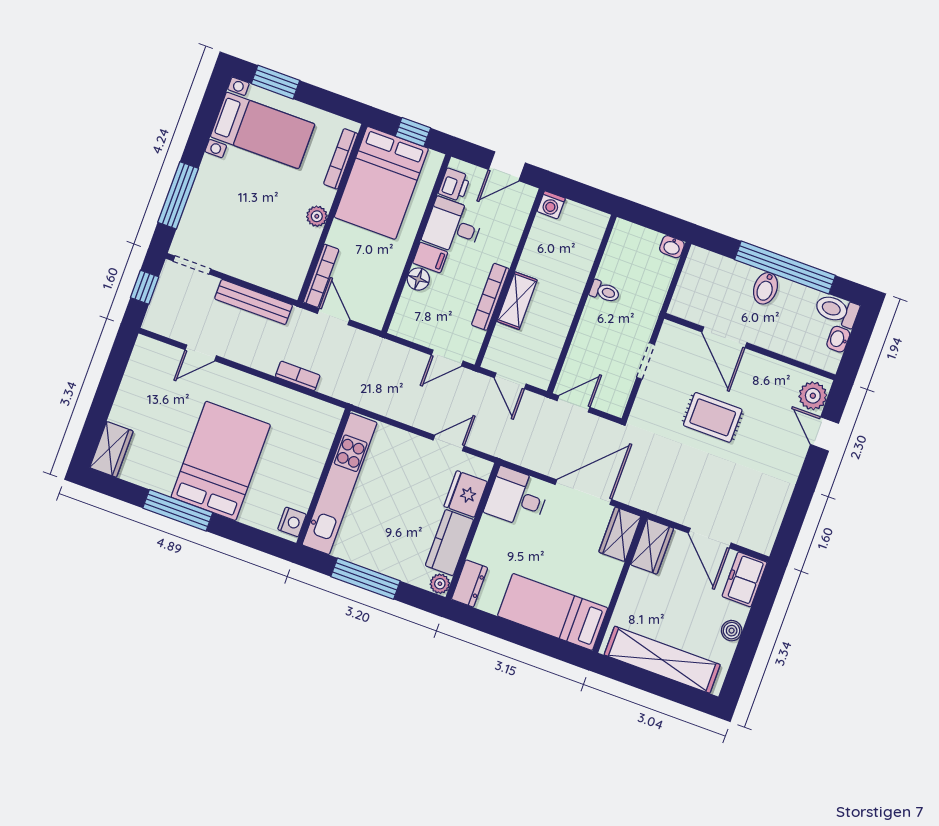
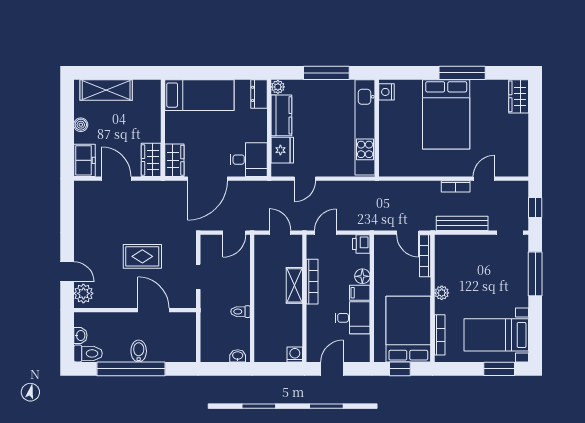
printer: (454, 185) -> (361, 244), moved
washbasin: (672, 247) -> (238, 356), moved
bookcase: (298, 376) -> (456, 186), moved
shelving: (662, 660) -> (106, 90), width x0.68

